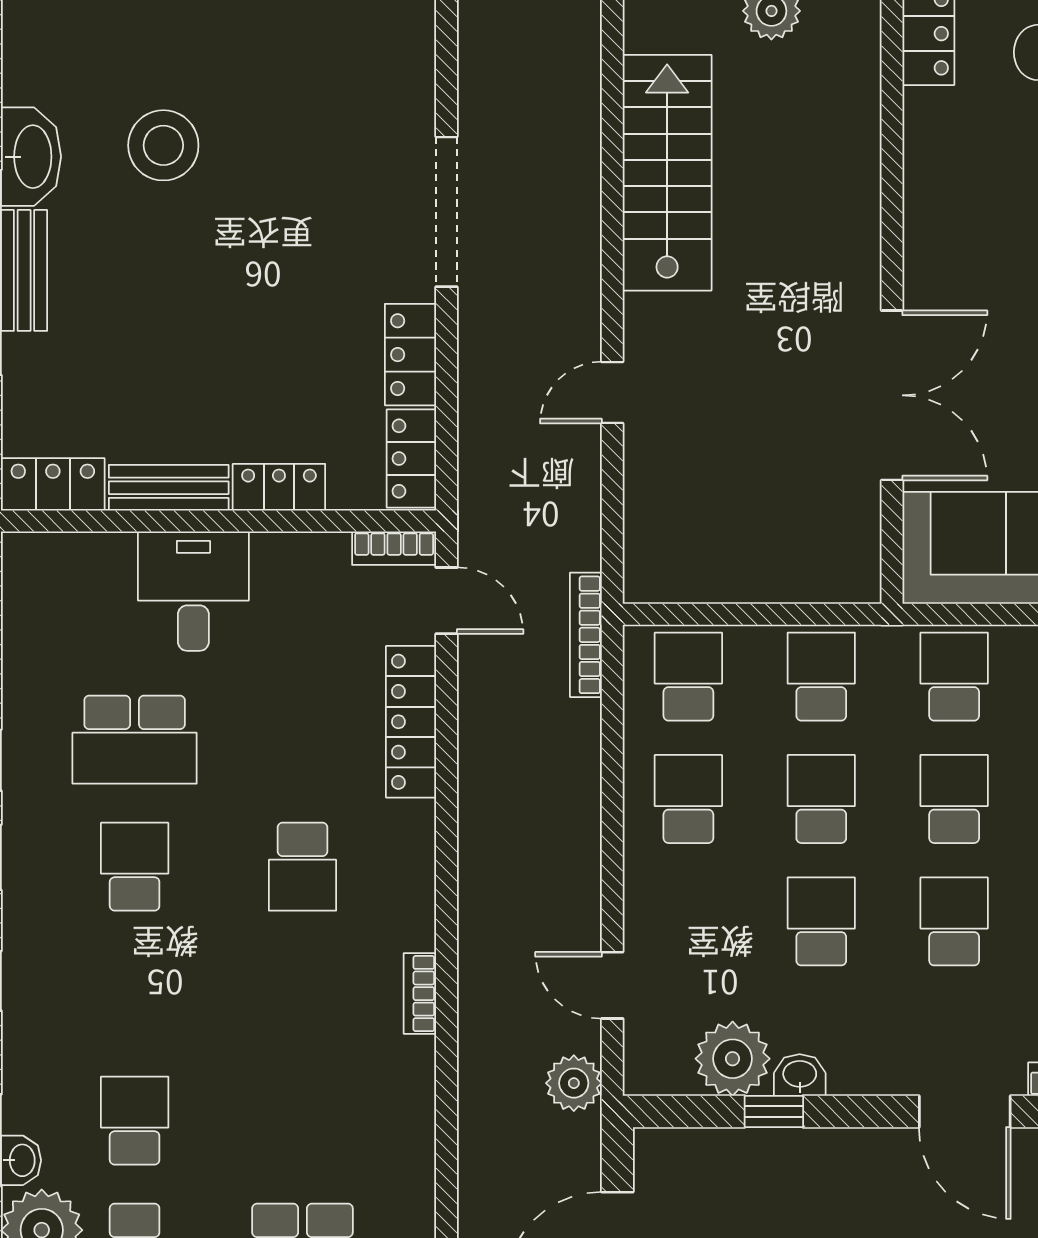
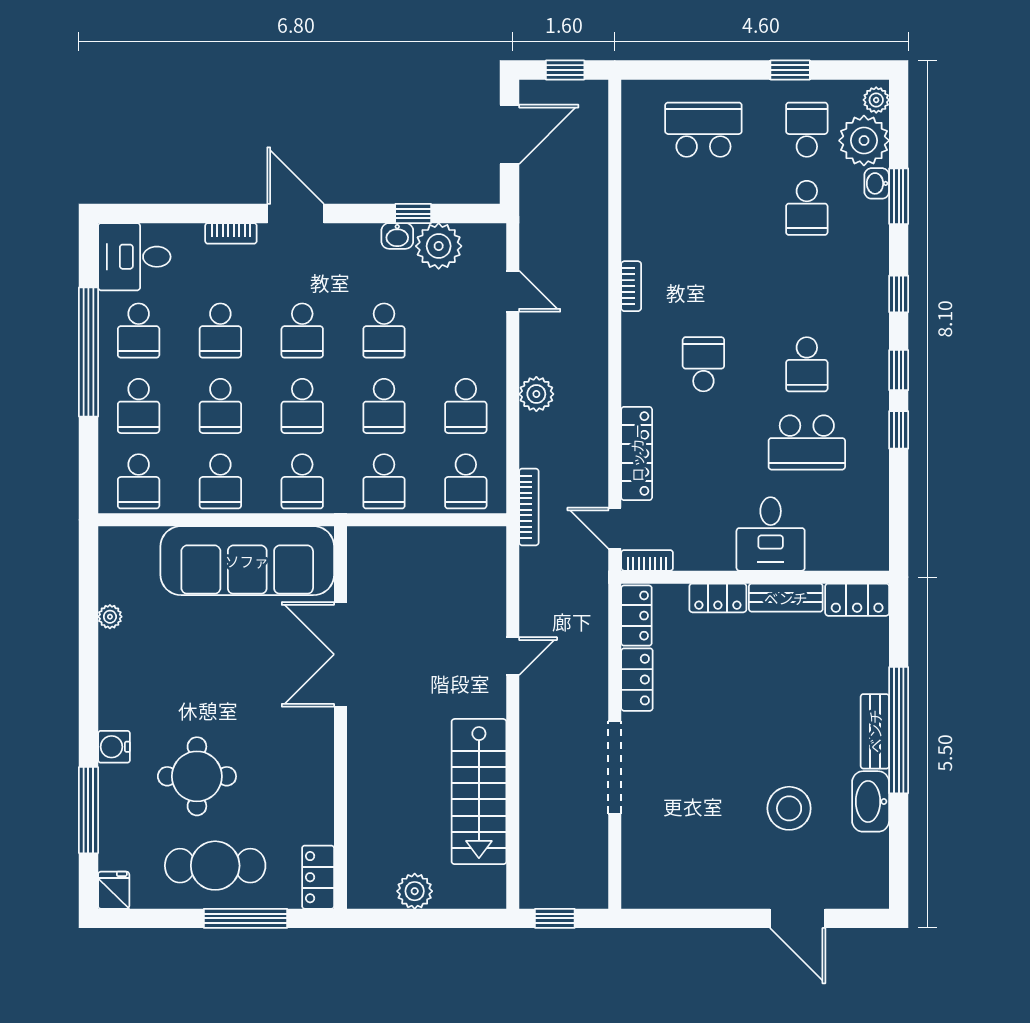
school desk: (135, 740) -> (807, 442), turned 180
plant: (574, 1083) -> (536, 394), moved

